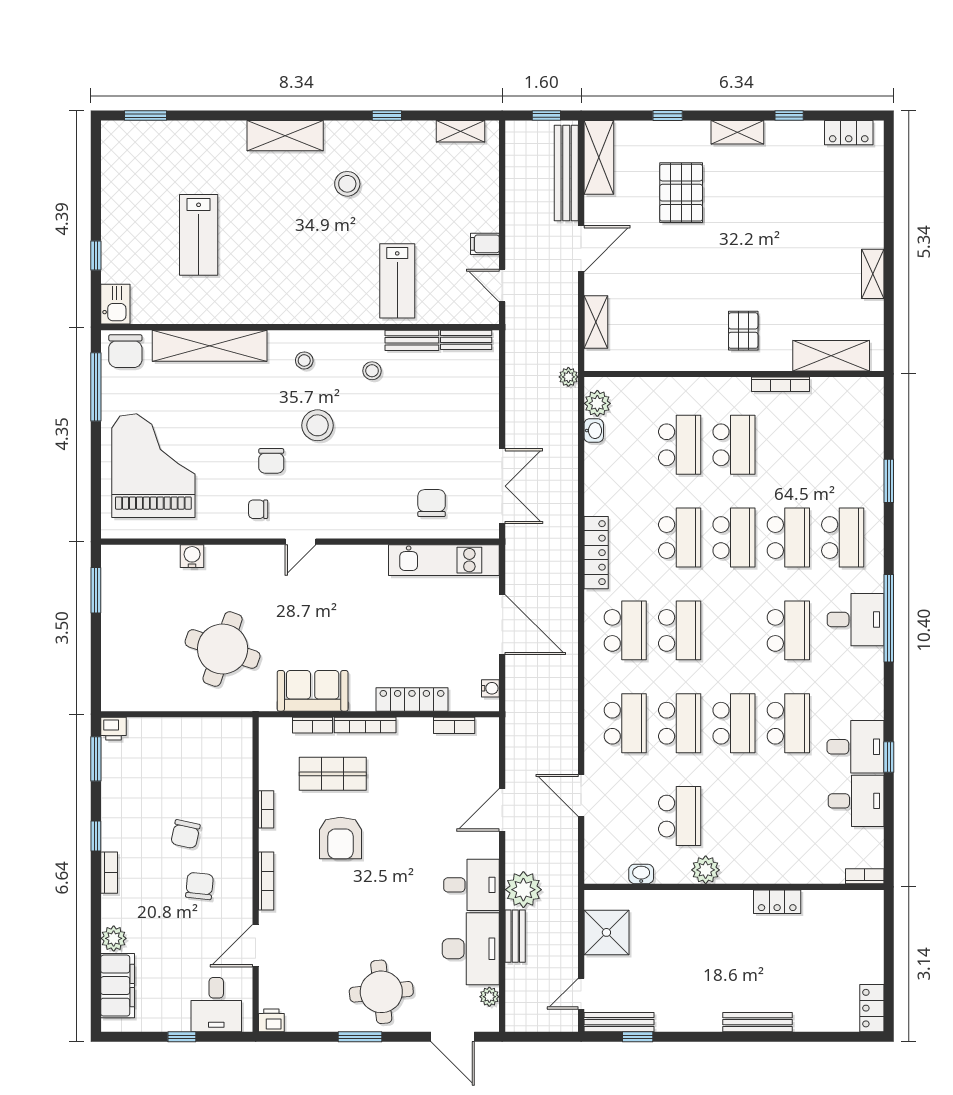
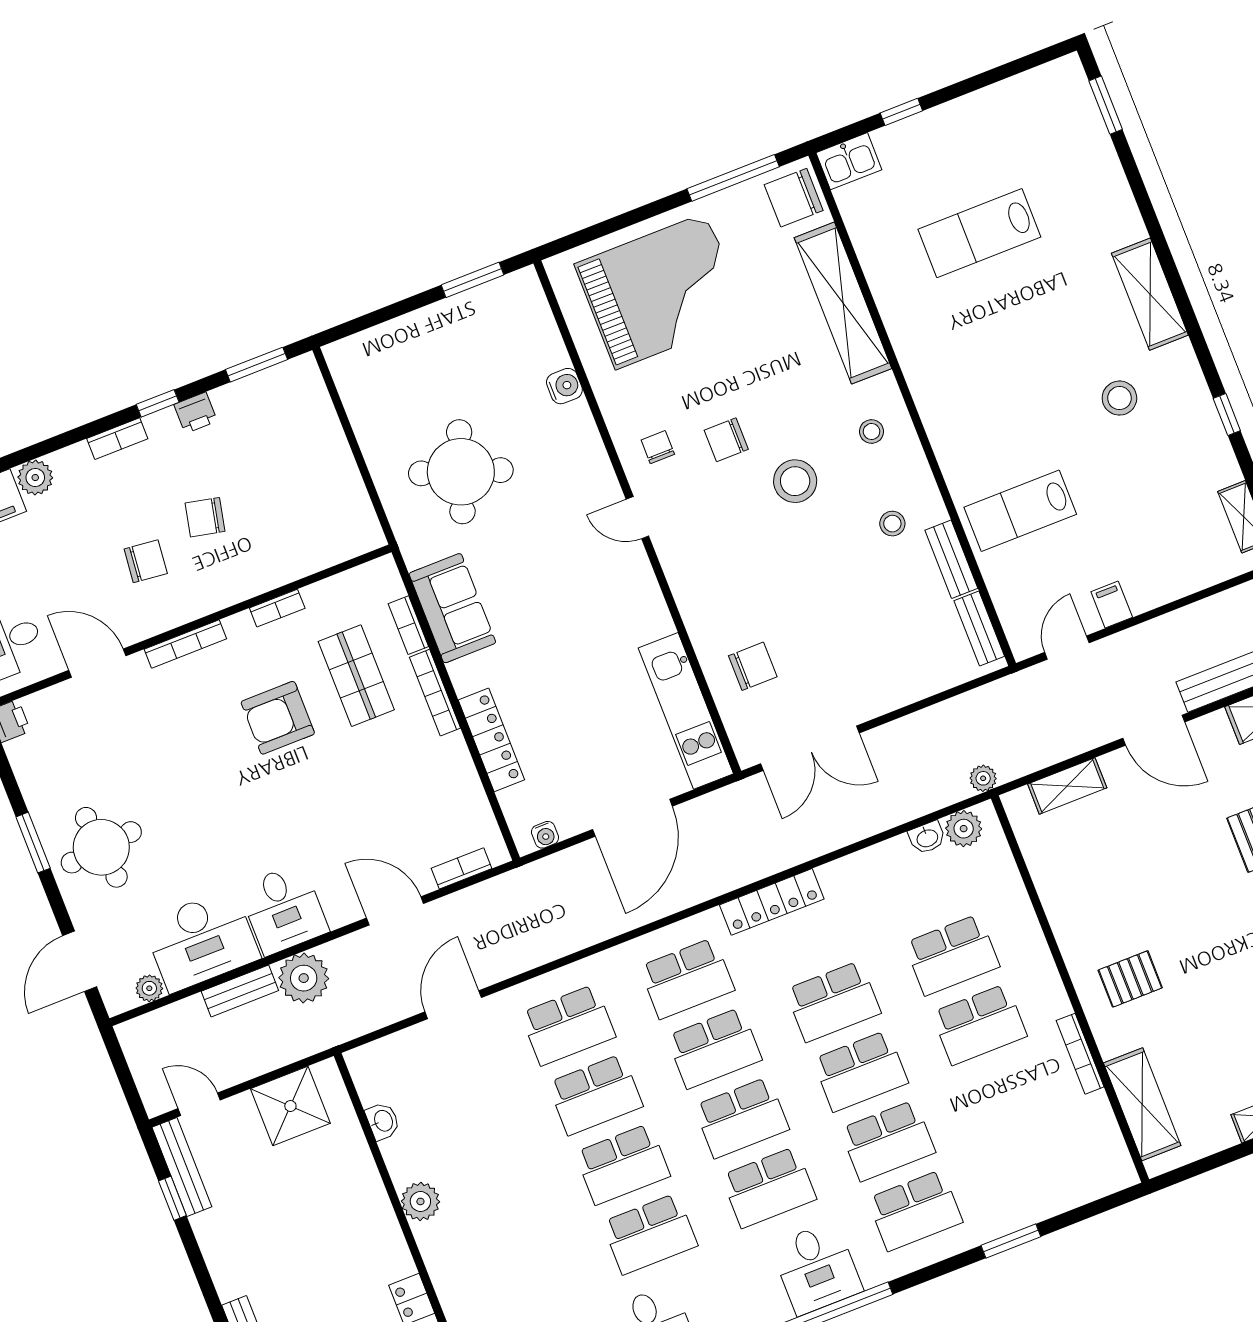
bookcase: (454, 725) -> (461, 868), moved, turned 90
printer: (113, 729) -> (196, 413), moved, turned -90
school desk: (680, 816) -> (741, 1118), moved

